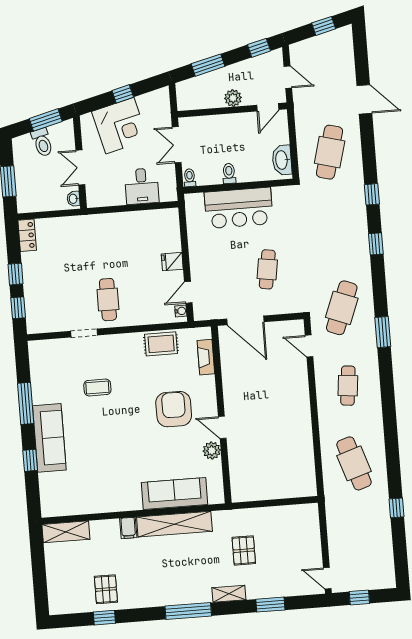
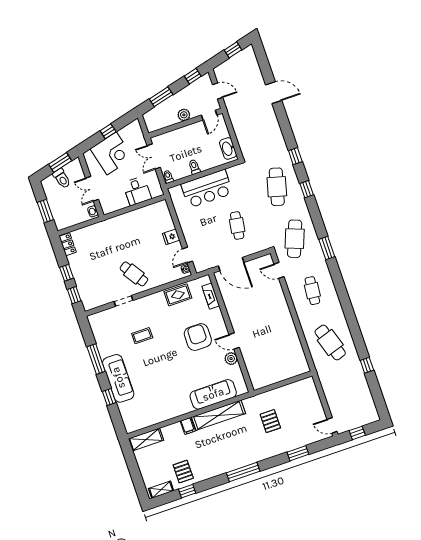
cafe table: (330, 152) -> (277, 187), moved
cafe table: (108, 300) -> (134, 274), turned -33
shelving: (229, 594) -> (161, 490), moved

